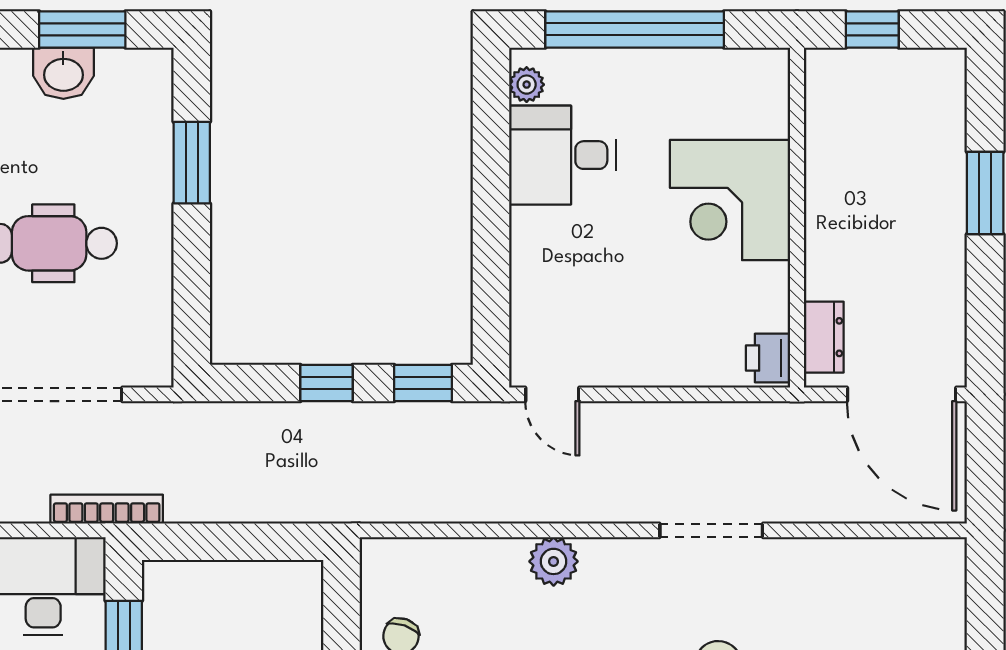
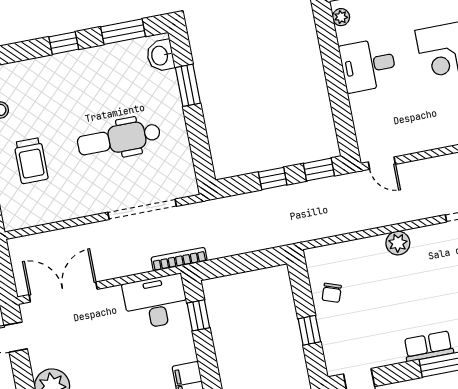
washbasin: (63, 73) -> (160, 56), moved, turned 90
desk: (562, 155) -> (368, 65), moved

